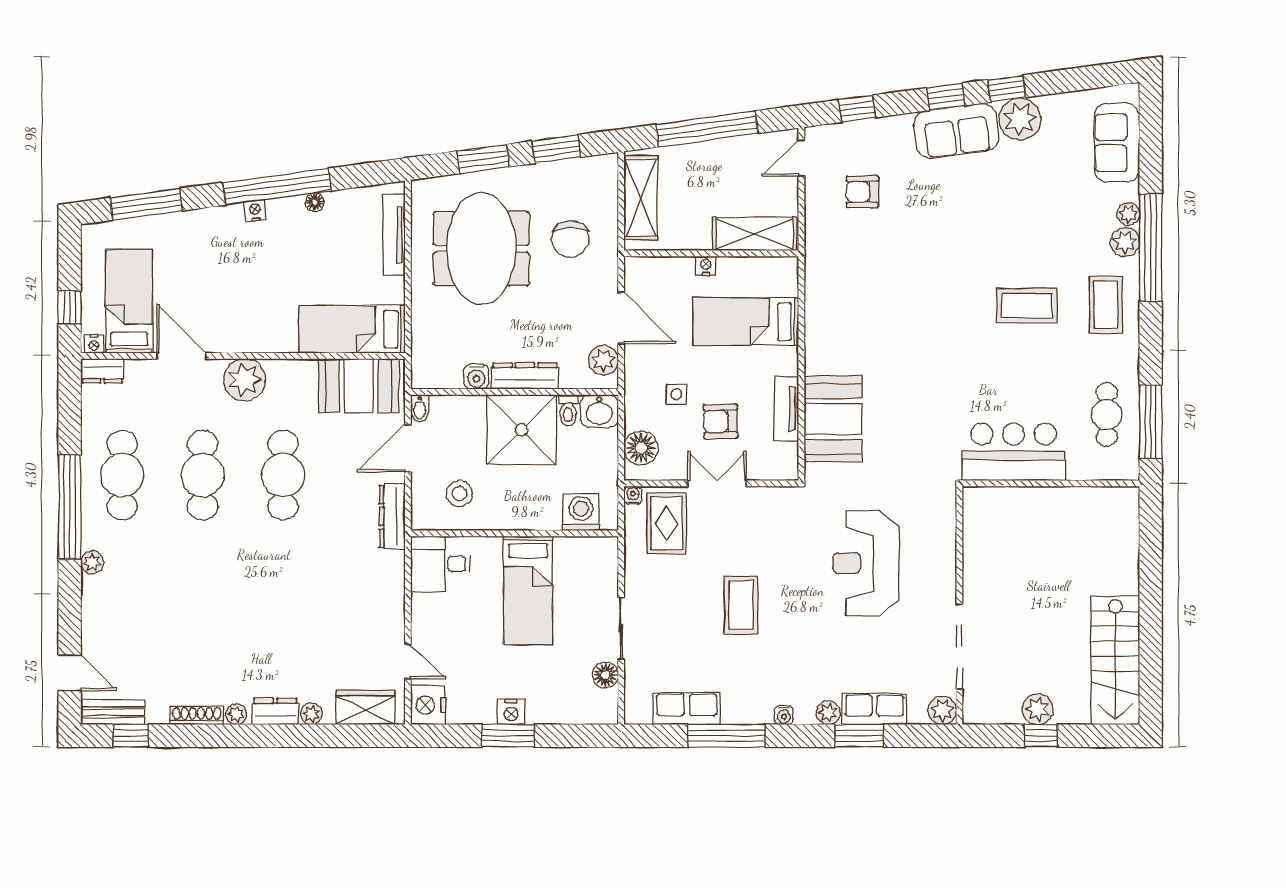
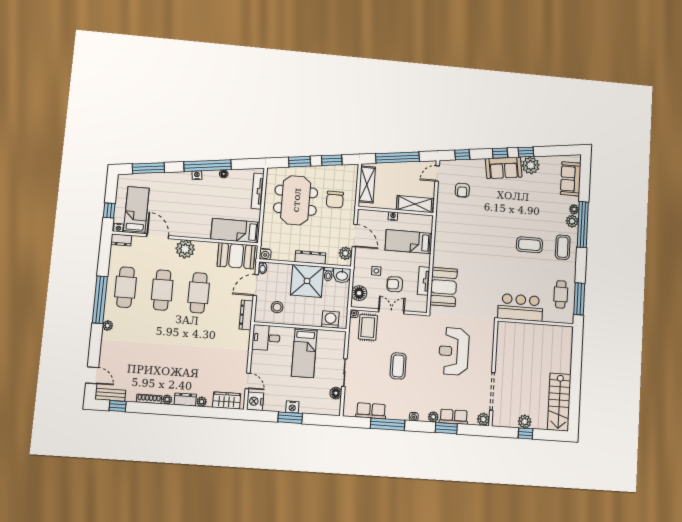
armchair: (862, 192) -> (462, 190), turned -90
water cooler: (476, 377) -> (265, 254), moved

